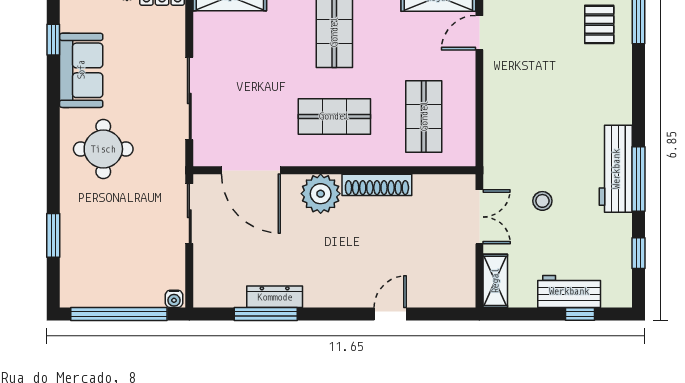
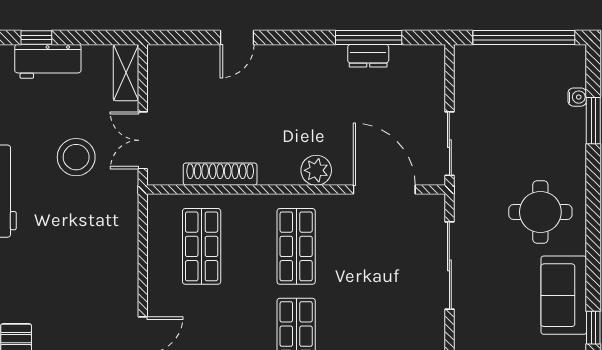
shop shelf: (334, 116) -> (296, 246), turned 90
shoe rack: (377, 185) -> (220, 174), moved
plant: (321, 194) -> (316, 170), width x0.73, depth x0.73
stool: (542, 201) -> (76, 157), width x1.89, depth x1.89
dresser: (275, 297) -> (368, 56), width x0.70
water cooler: (174, 299) -> (577, 97), moved, turned 90

